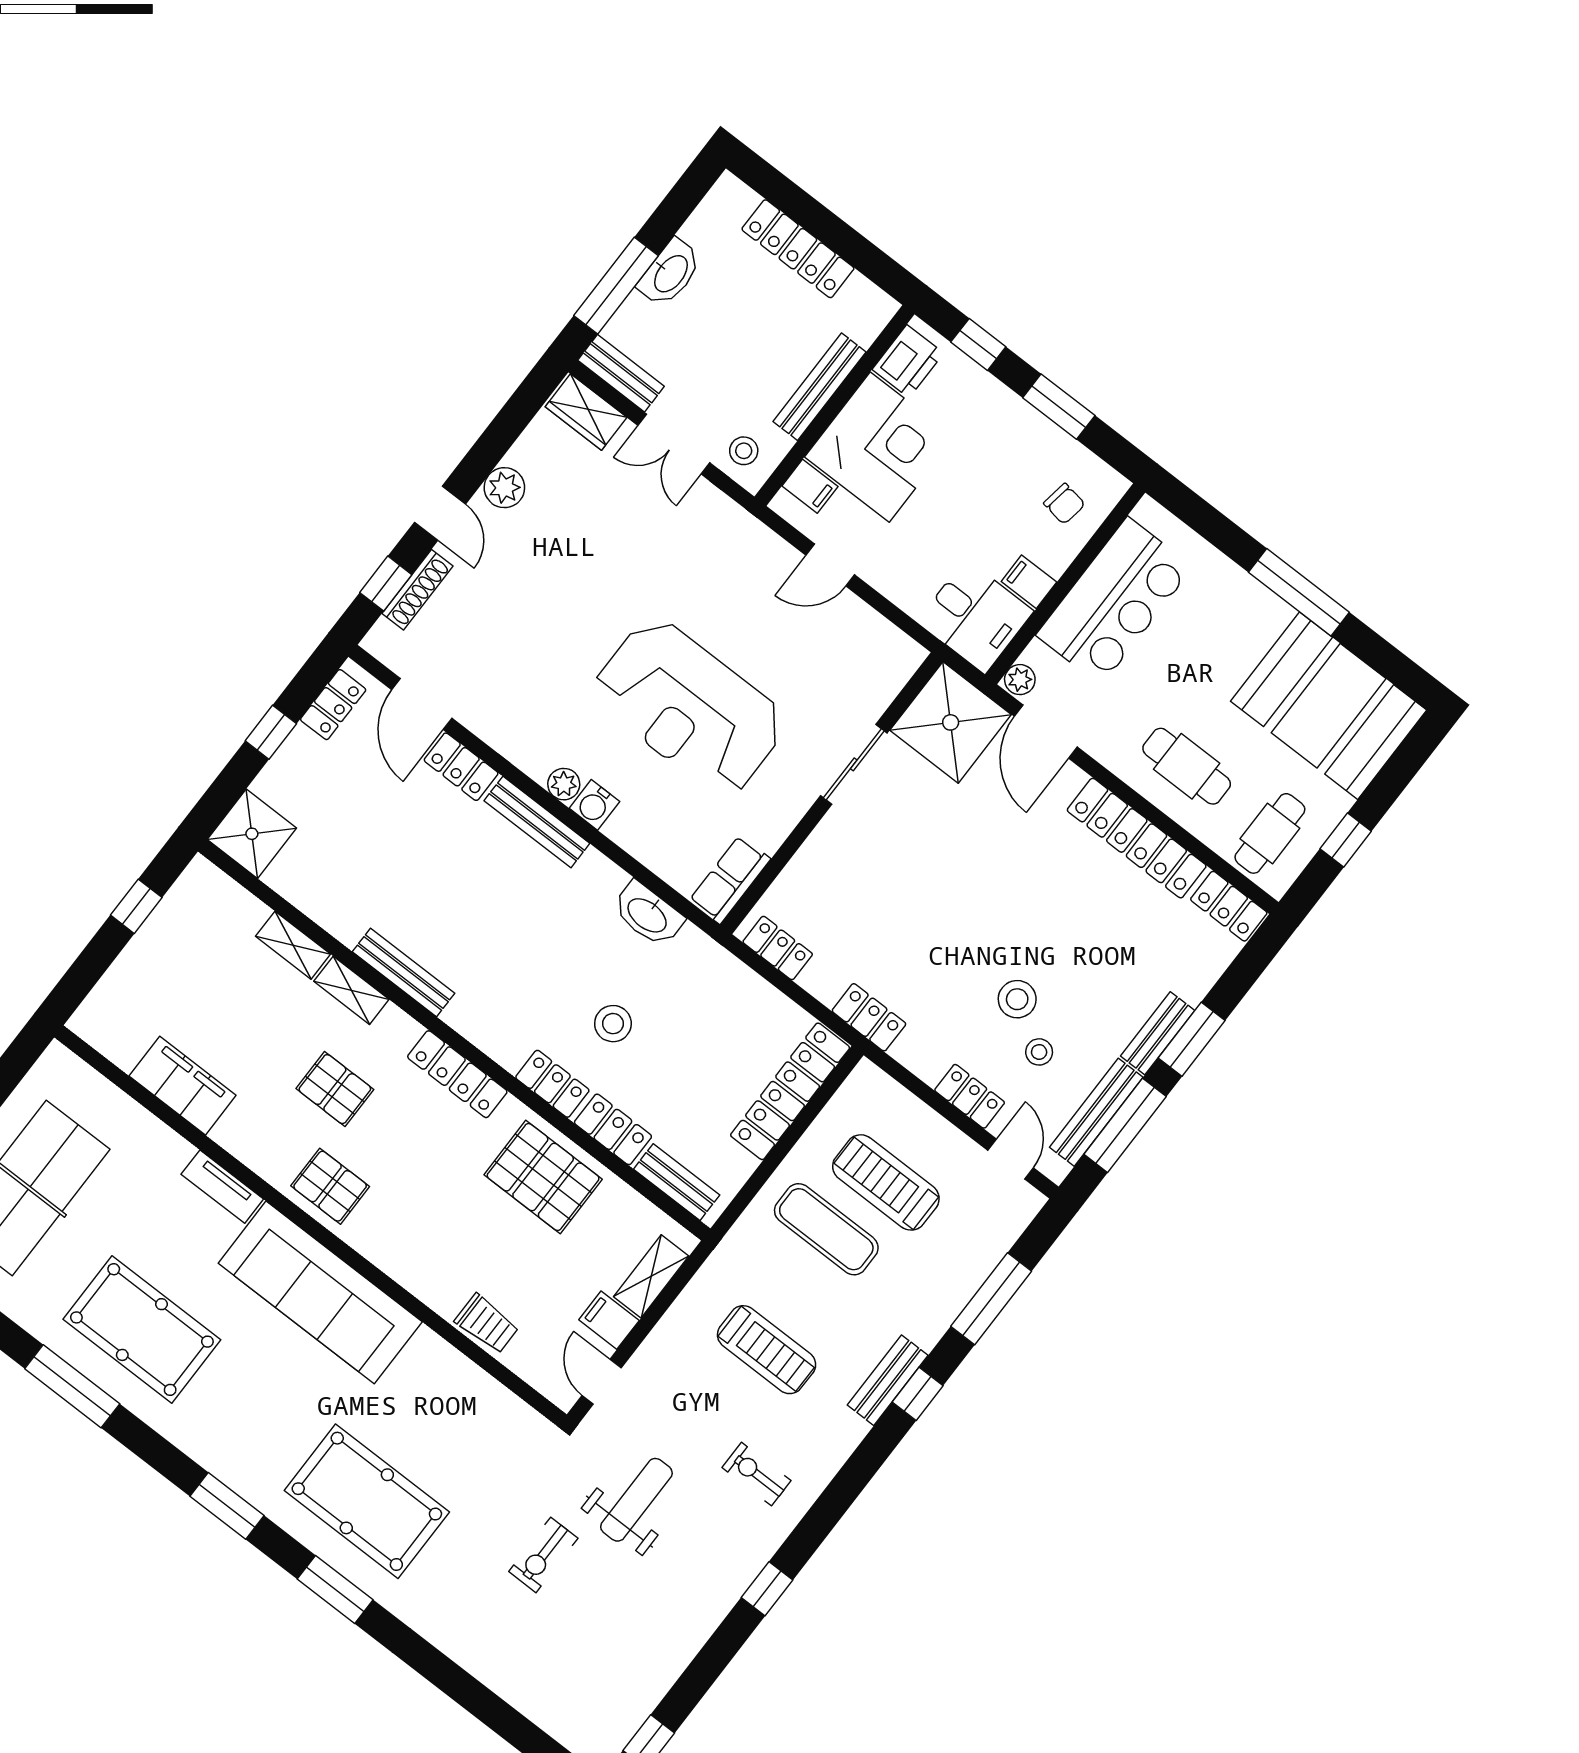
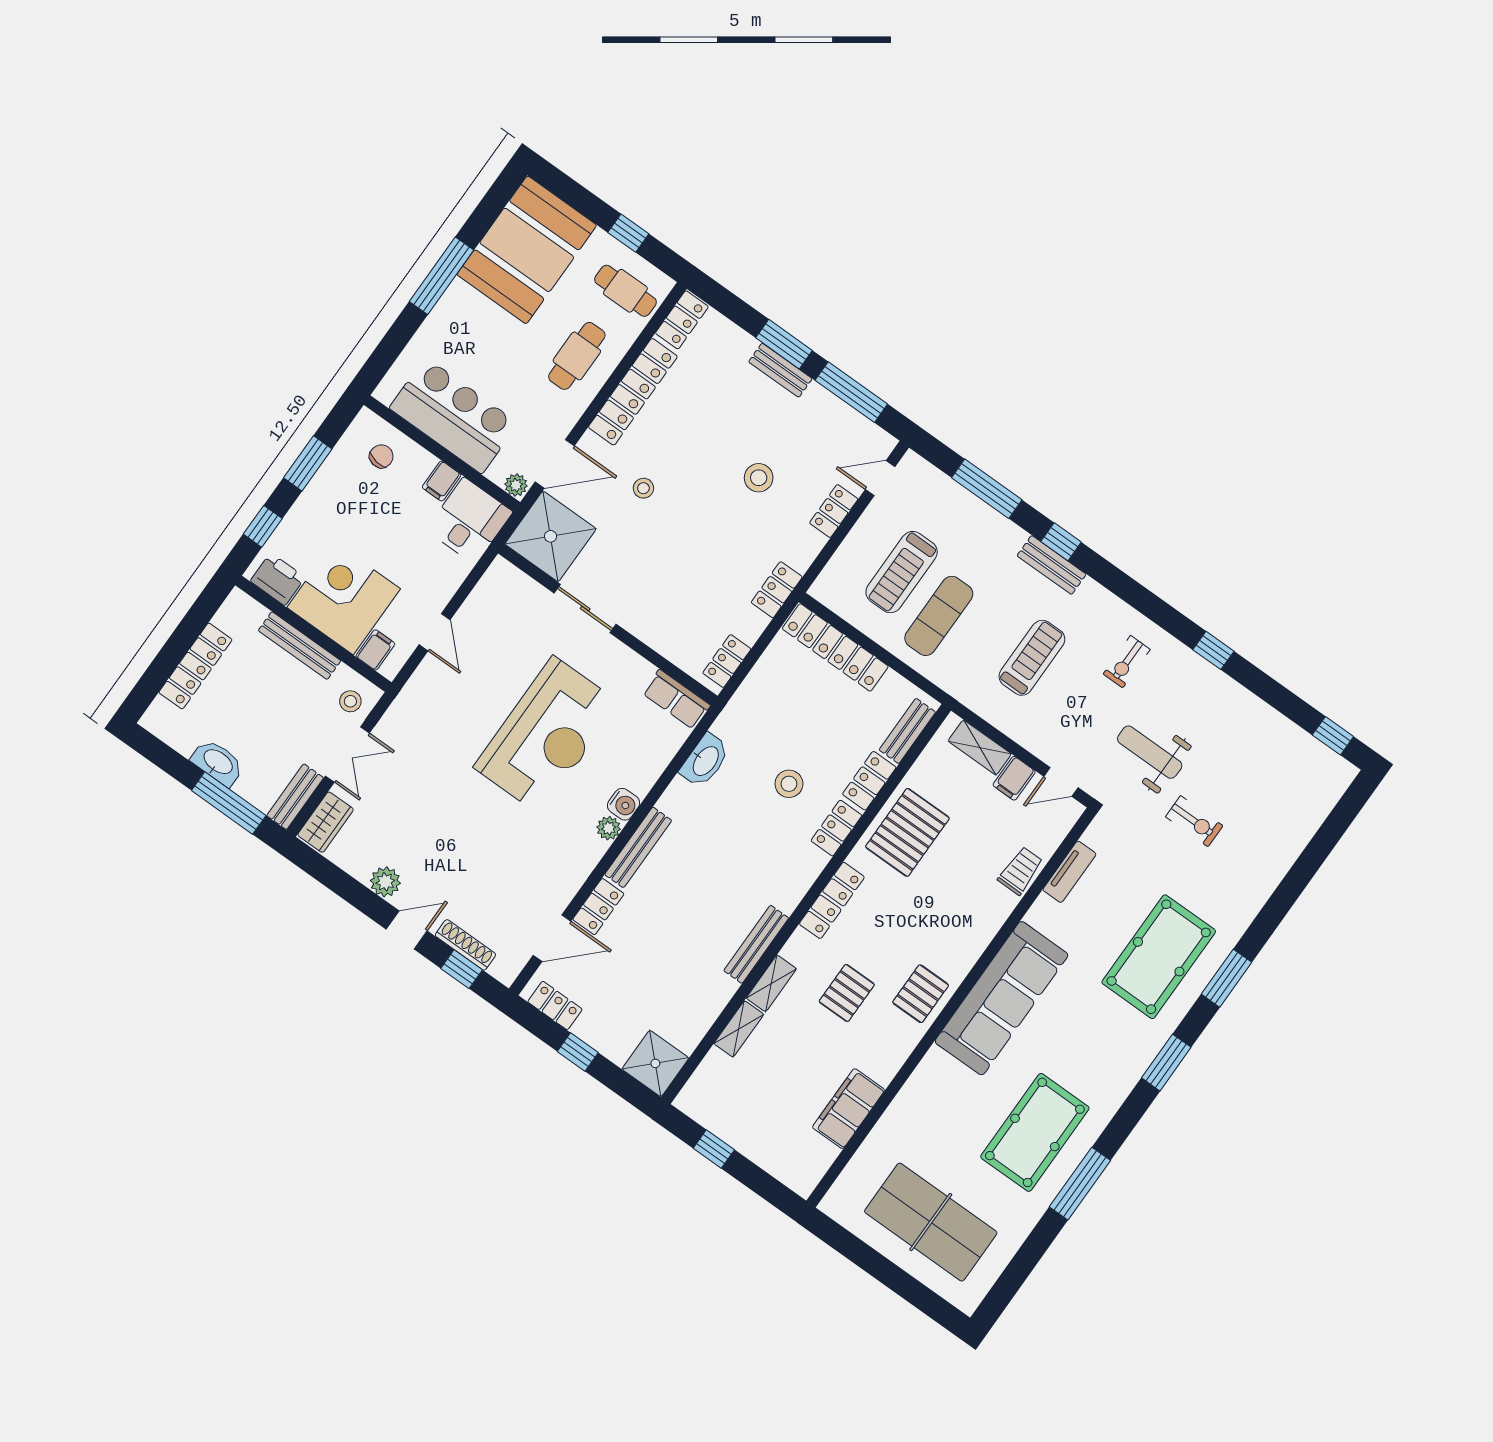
stool: (1039, 1052) -> (643, 488), moved
bench: (1096, 1112) -> (842, 414), removed
tv unit: (222, 1187) -> (1069, 872), moved

